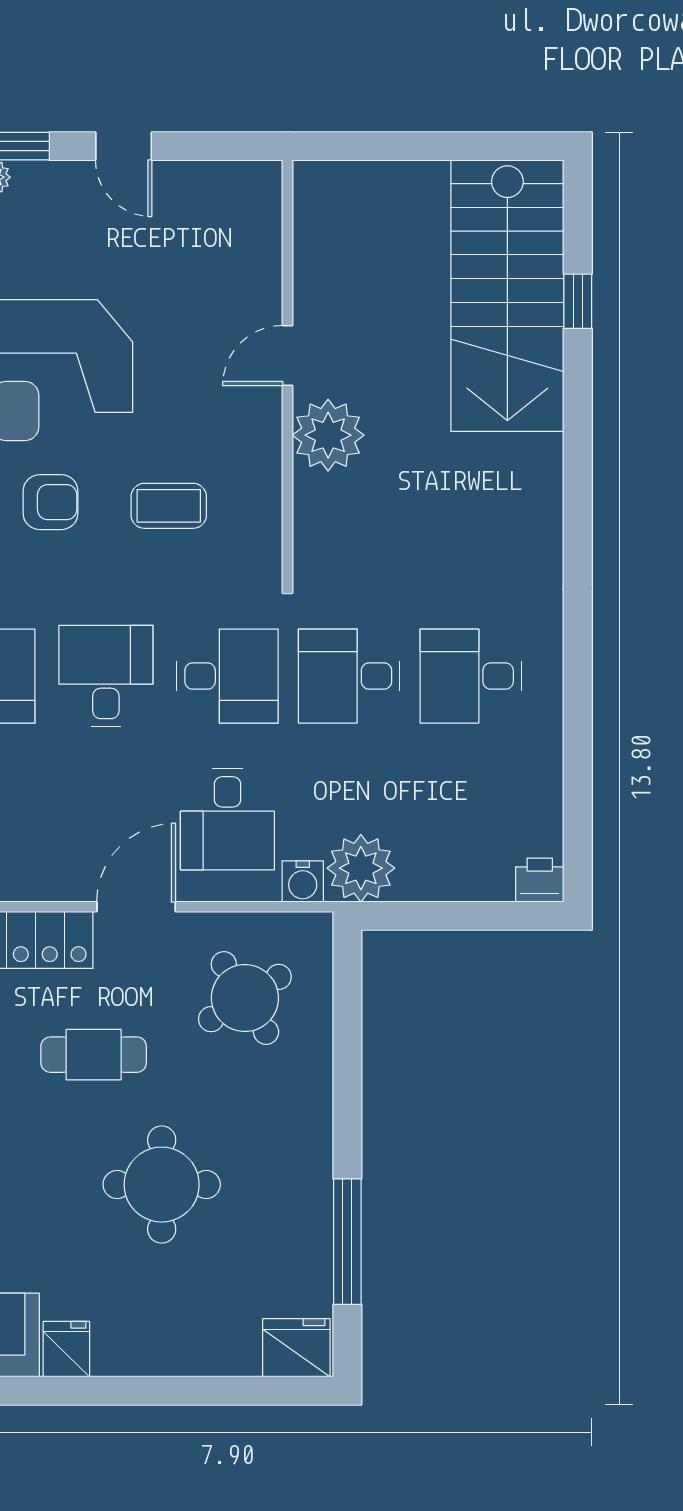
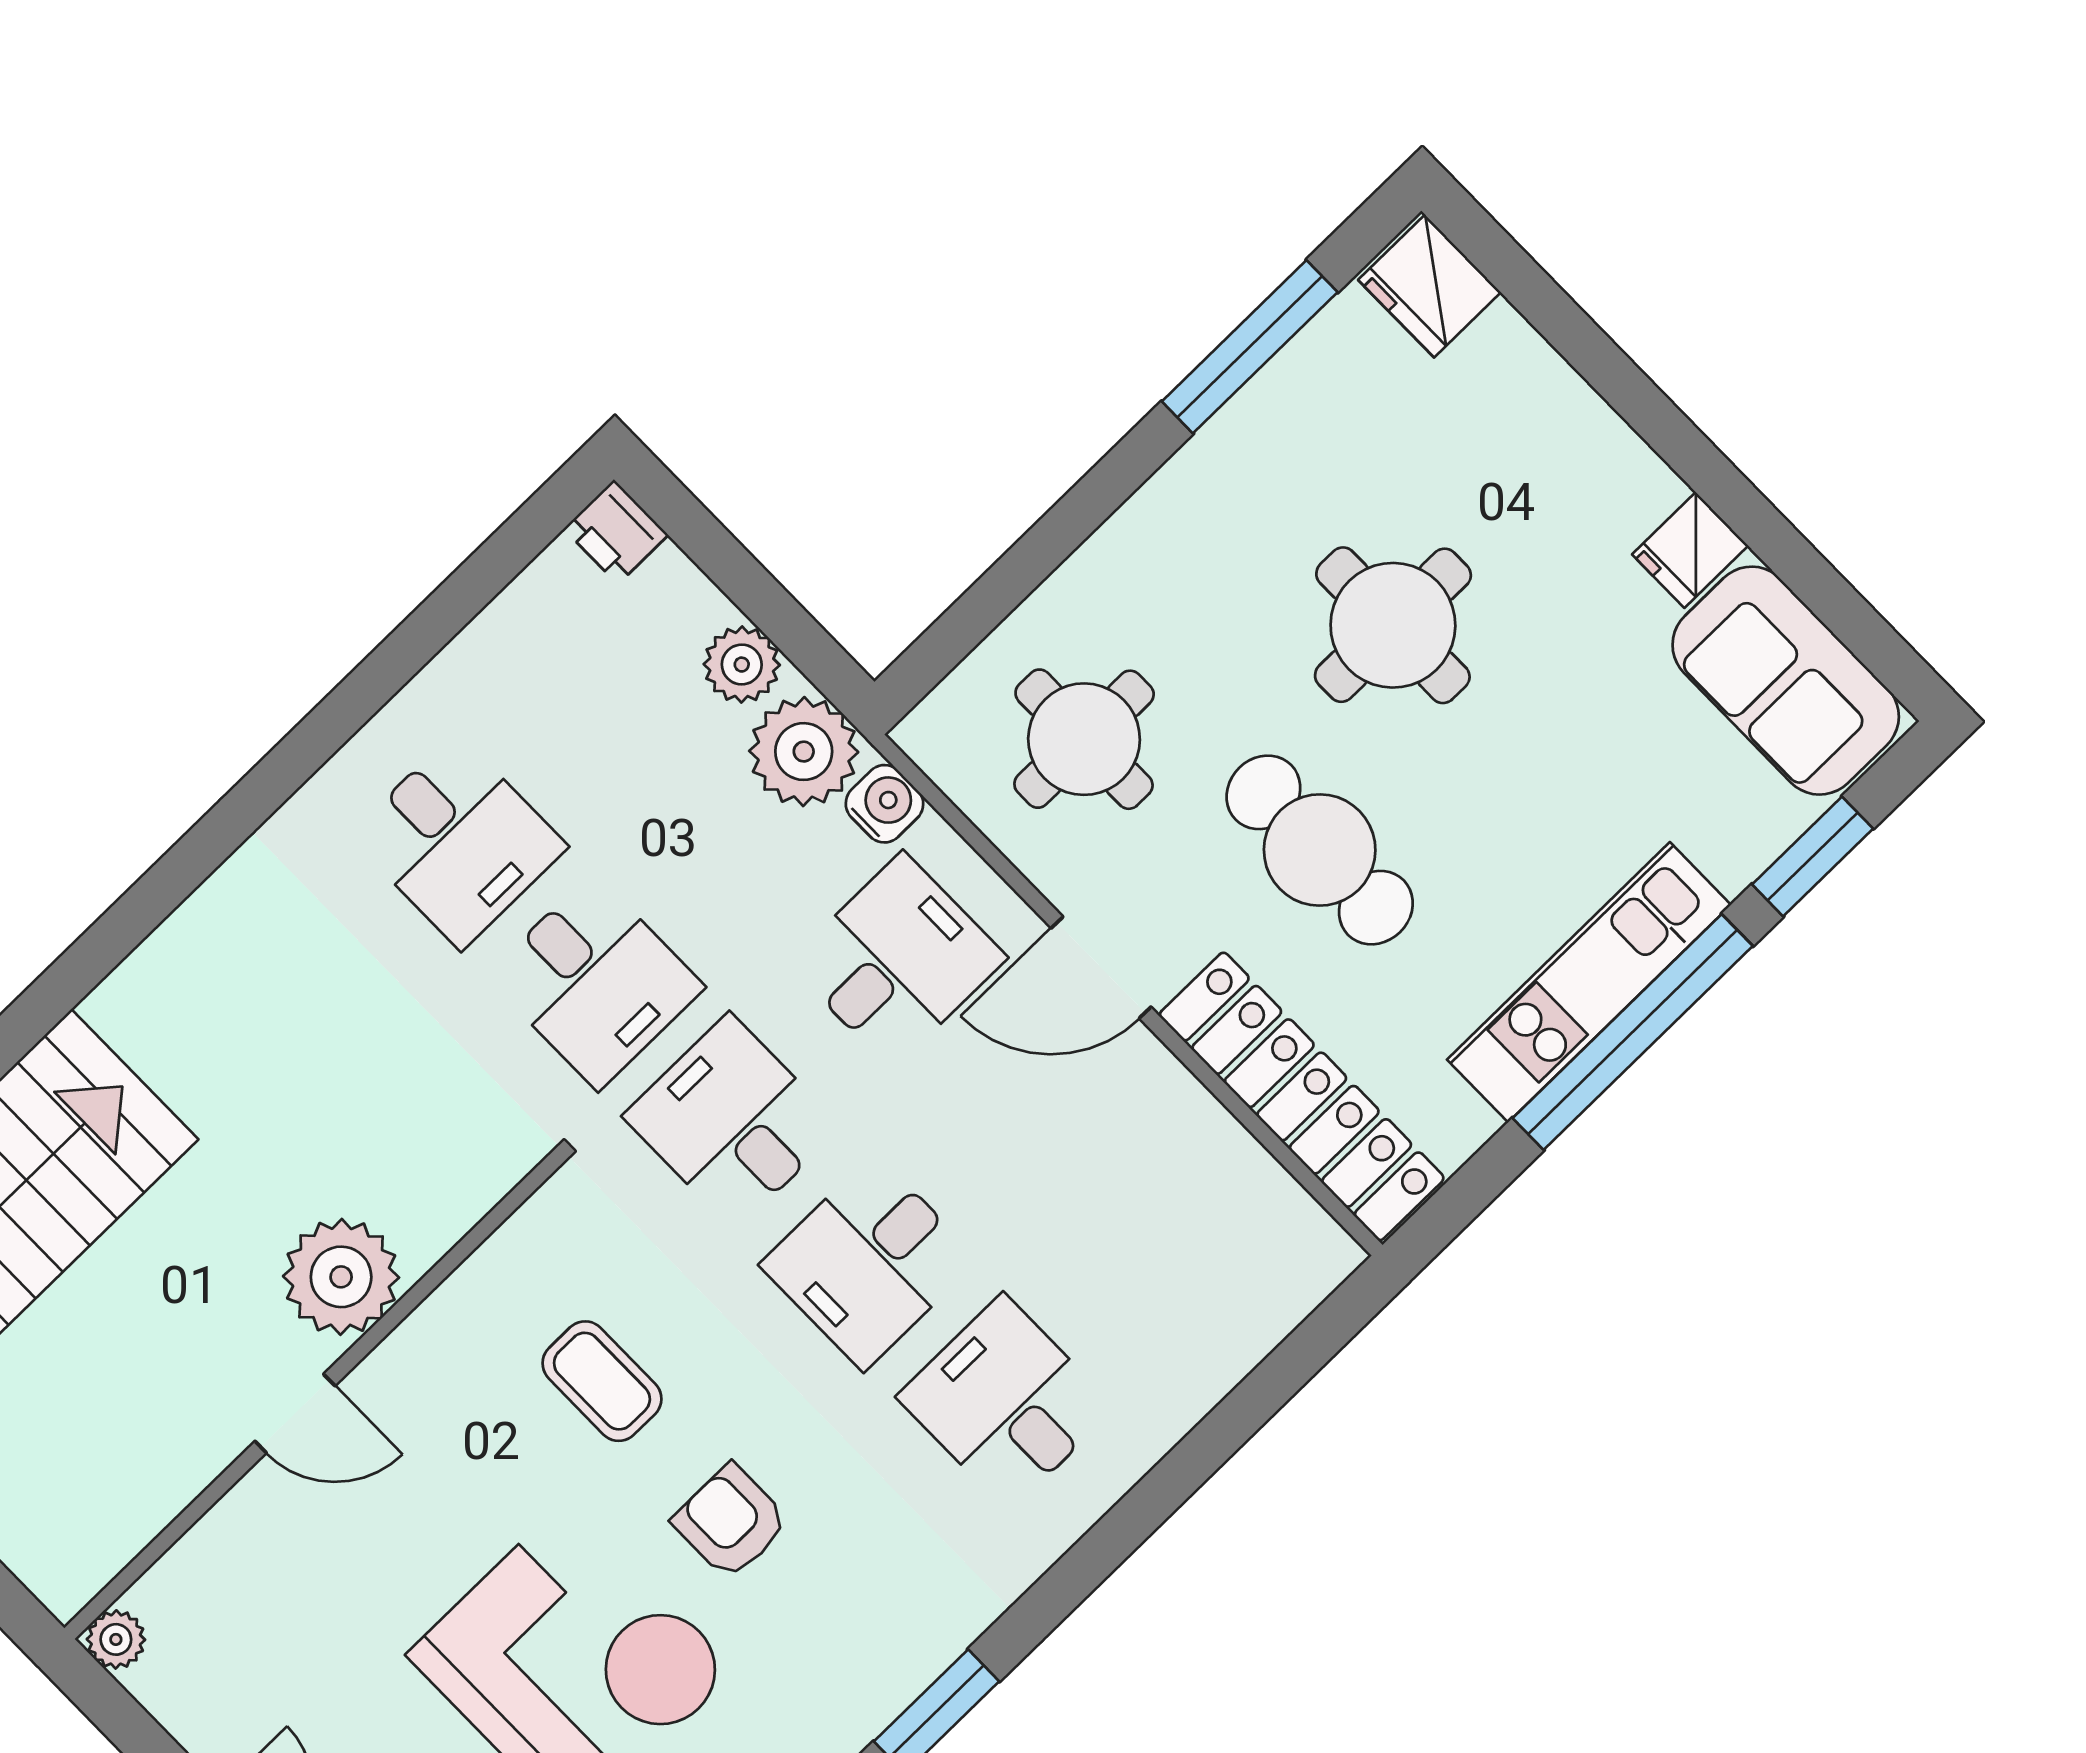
plant: (265, 178) -> (116, 1639), added
plant: (426, 878) -> (742, 665), added
round table: (245, 998) -> (1084, 739), turned 32
cafe table: (94, 1055) -> (1320, 850), width x1.37, depth x1.35

